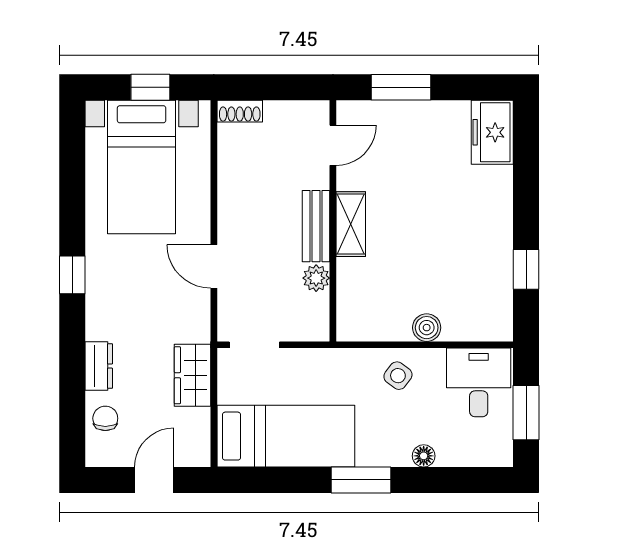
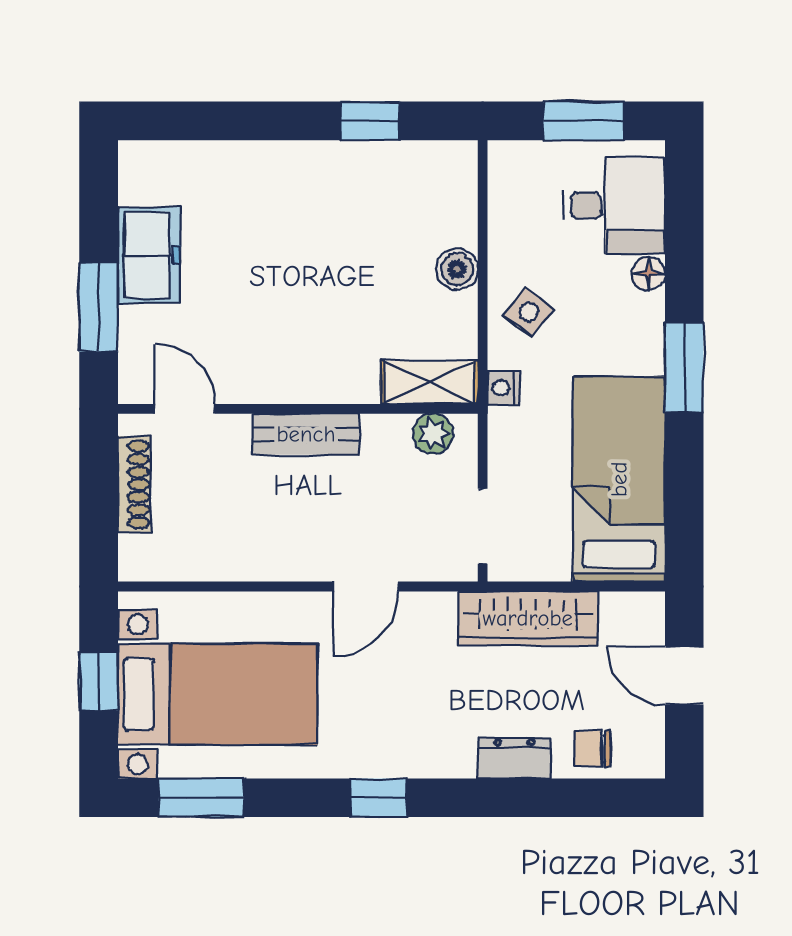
shoe rack: (240, 111) -> (134, 484), moved, width x1.43
freezer: (492, 132) -> (149, 255), moved, turned -90
window: (72, 156) -> (201, 798), added
shelving: (351, 224) -> (429, 382), moved
plant: (316, 278) -> (433, 434), moved
nightstand: (347, 359) -> (504, 388), added
wardrobe: (193, 375) -> (528, 618), width x1.50
desk: (479, 382) -> (614, 205), moved, turned 180

